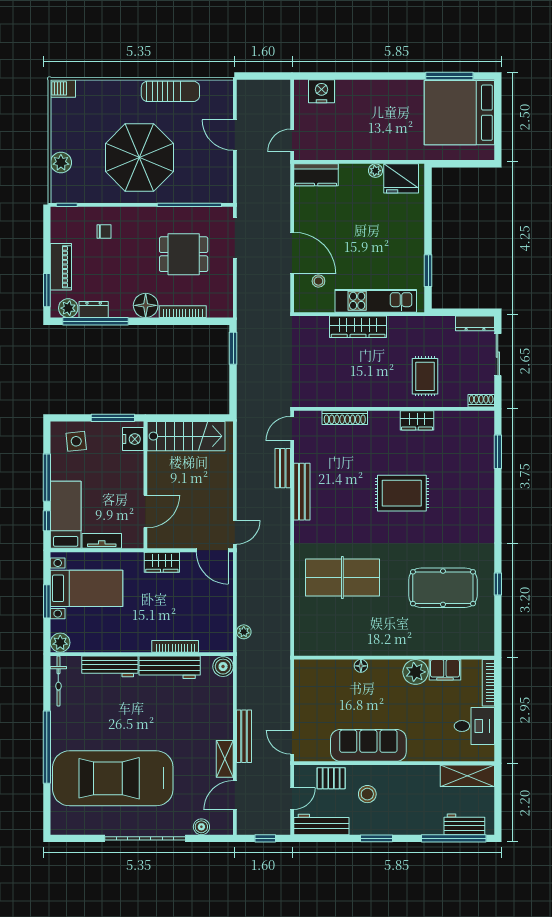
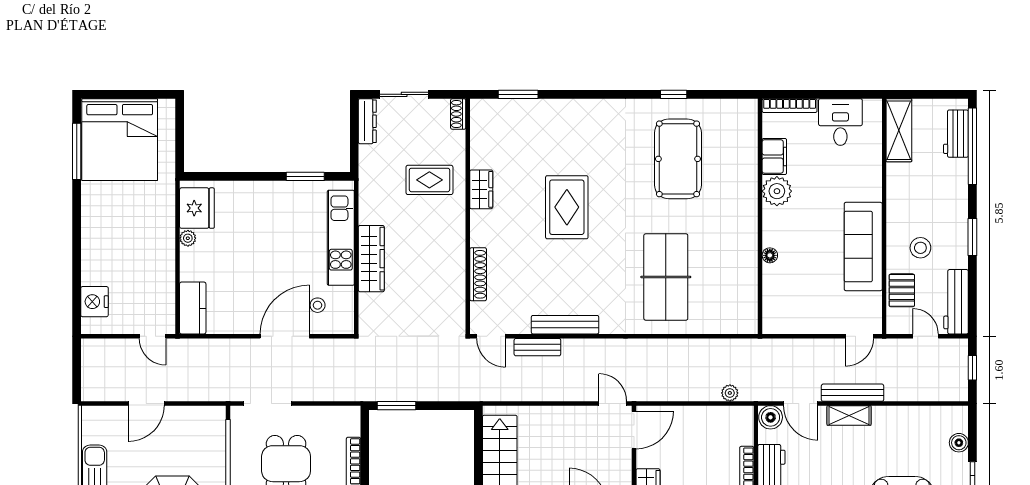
shelving: (225, 759) -> (849, 415), moved
door: (235, 795) -> (801, 403), moved

